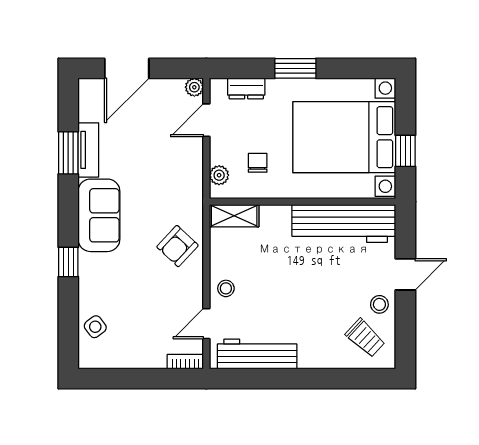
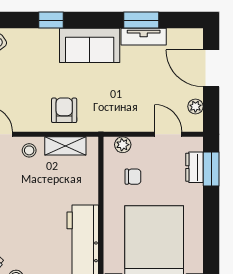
window: (295, 68) -> (211, 169), moved
plant: (194, 87) -> (195, 106), moved
shelving: (234, 216) -> (65, 146), moved, turned 90
armchair: (177, 246) -> (64, 110), turned 47

